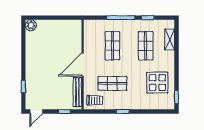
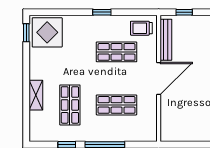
shelving: (170, 39) -> (36, 95), moved
shop shelf: (112, 46) -> (117, 105), turned 90
display table: (157, 83) -> (47, 32), moved

